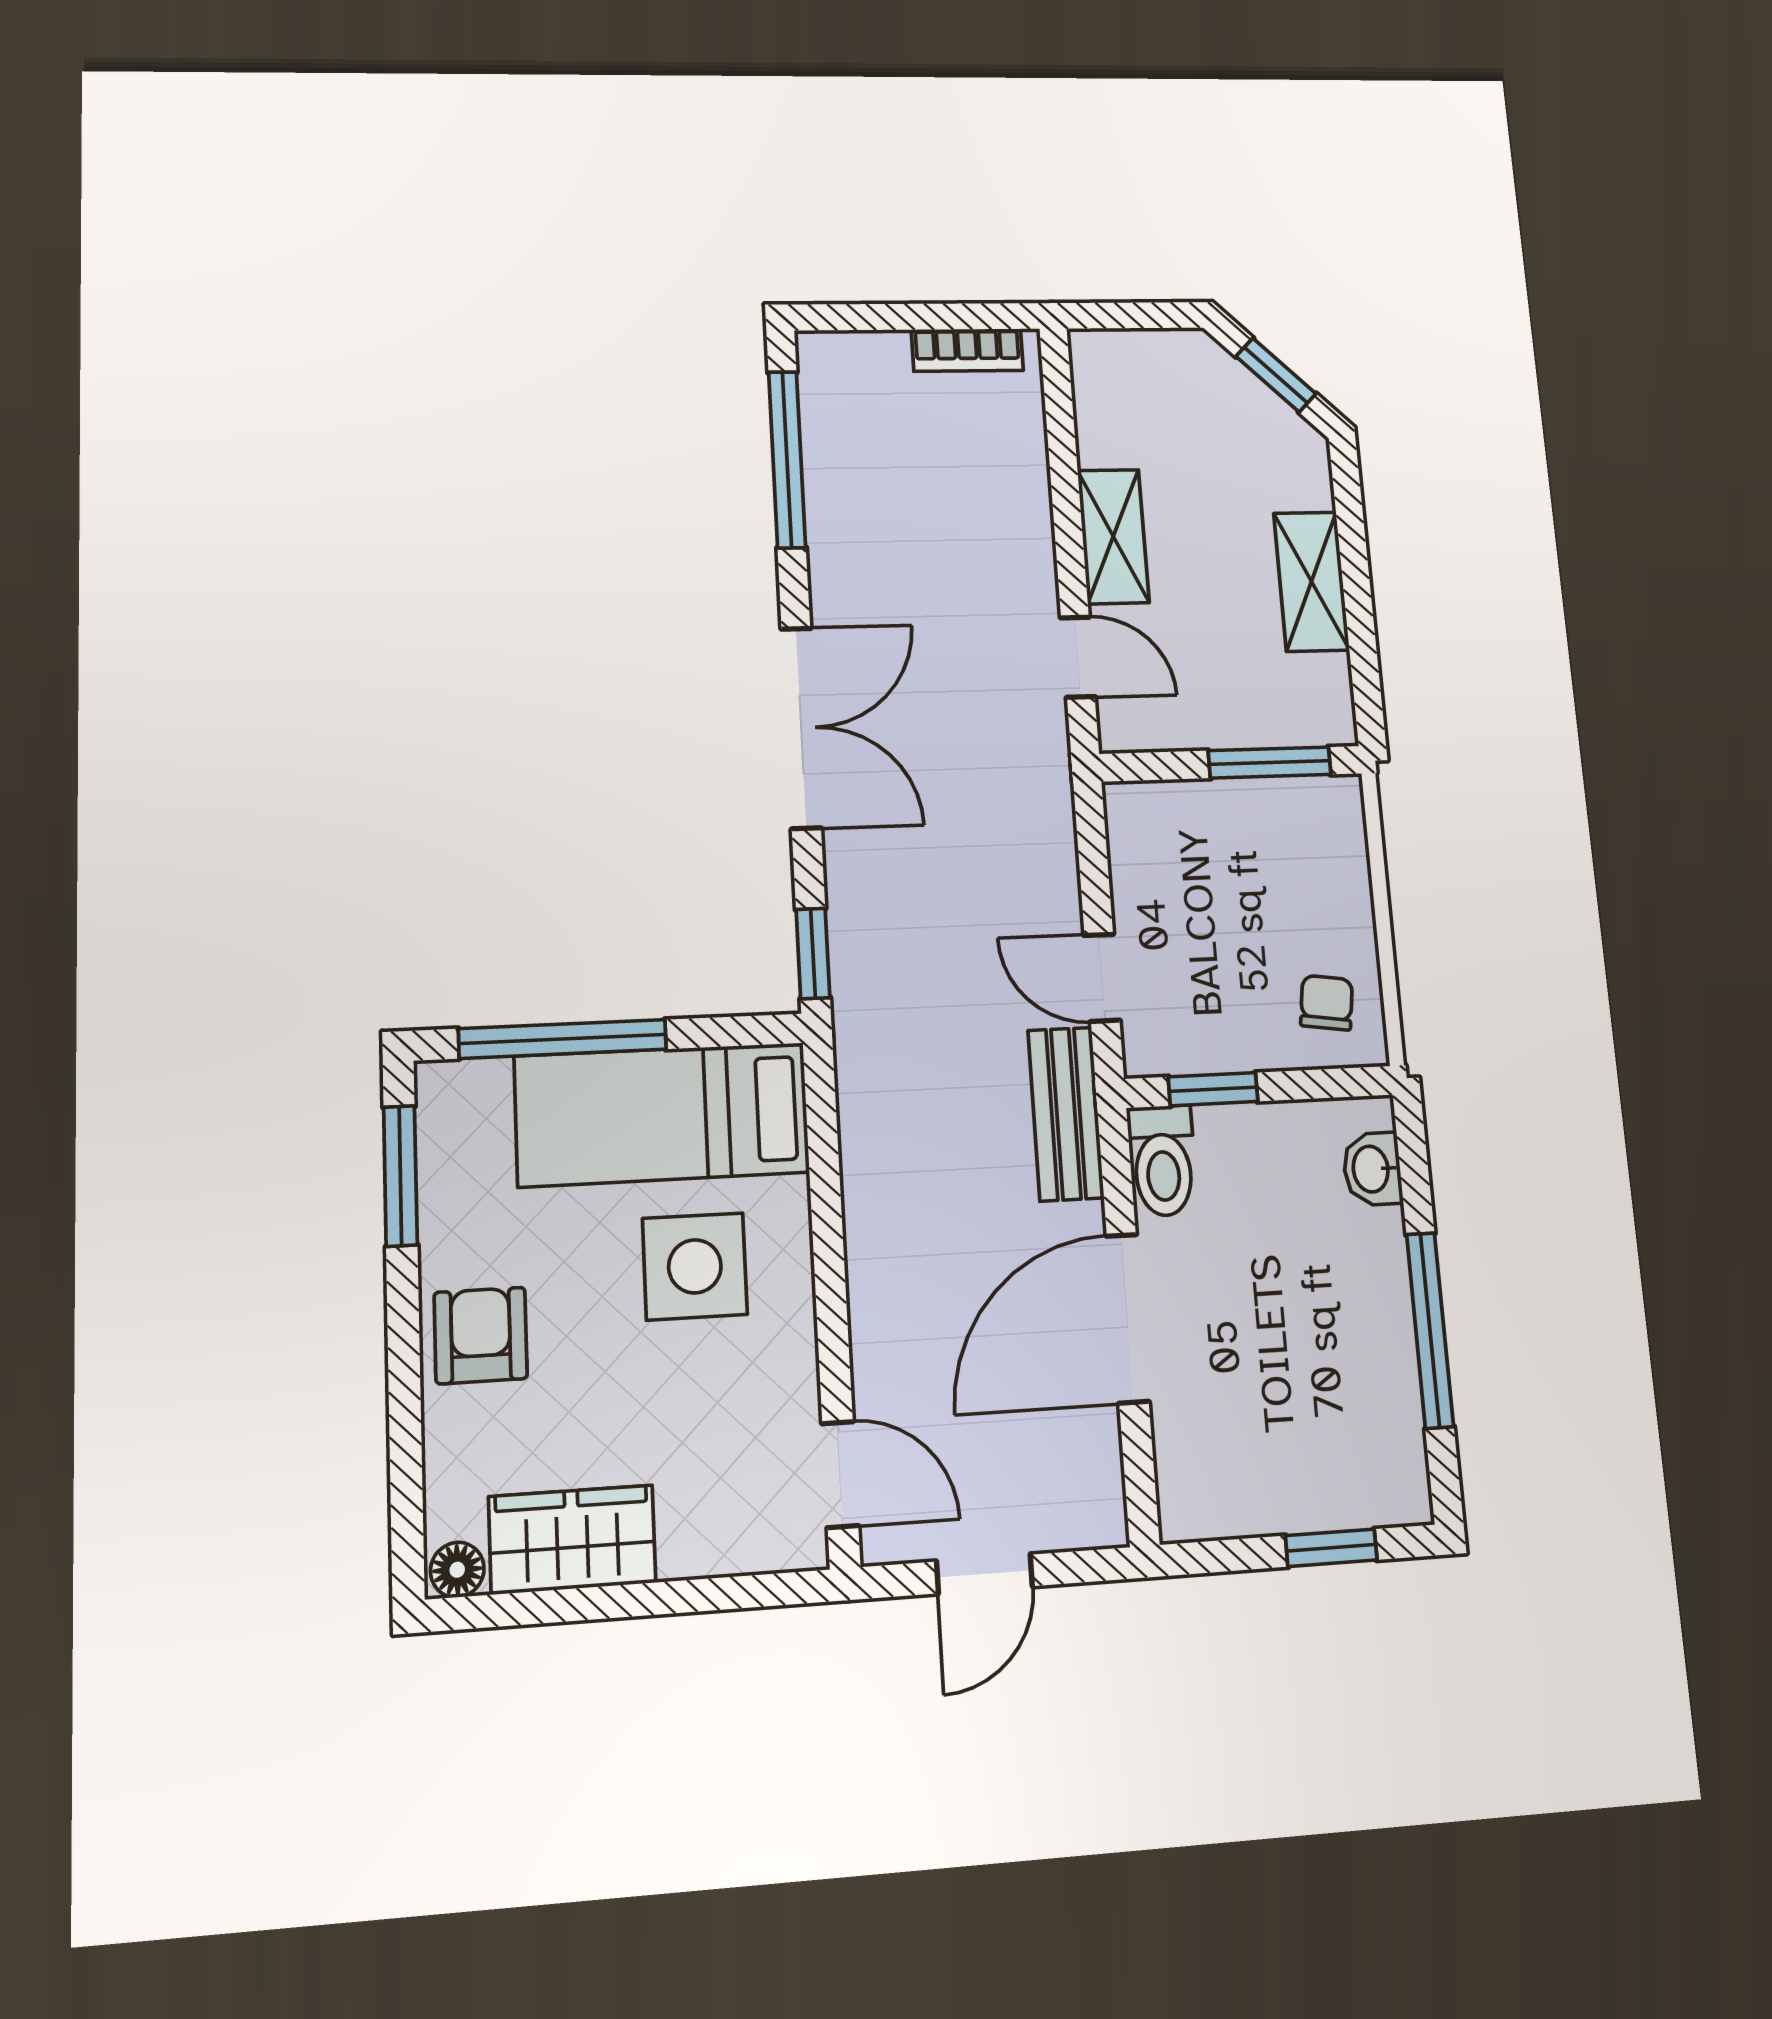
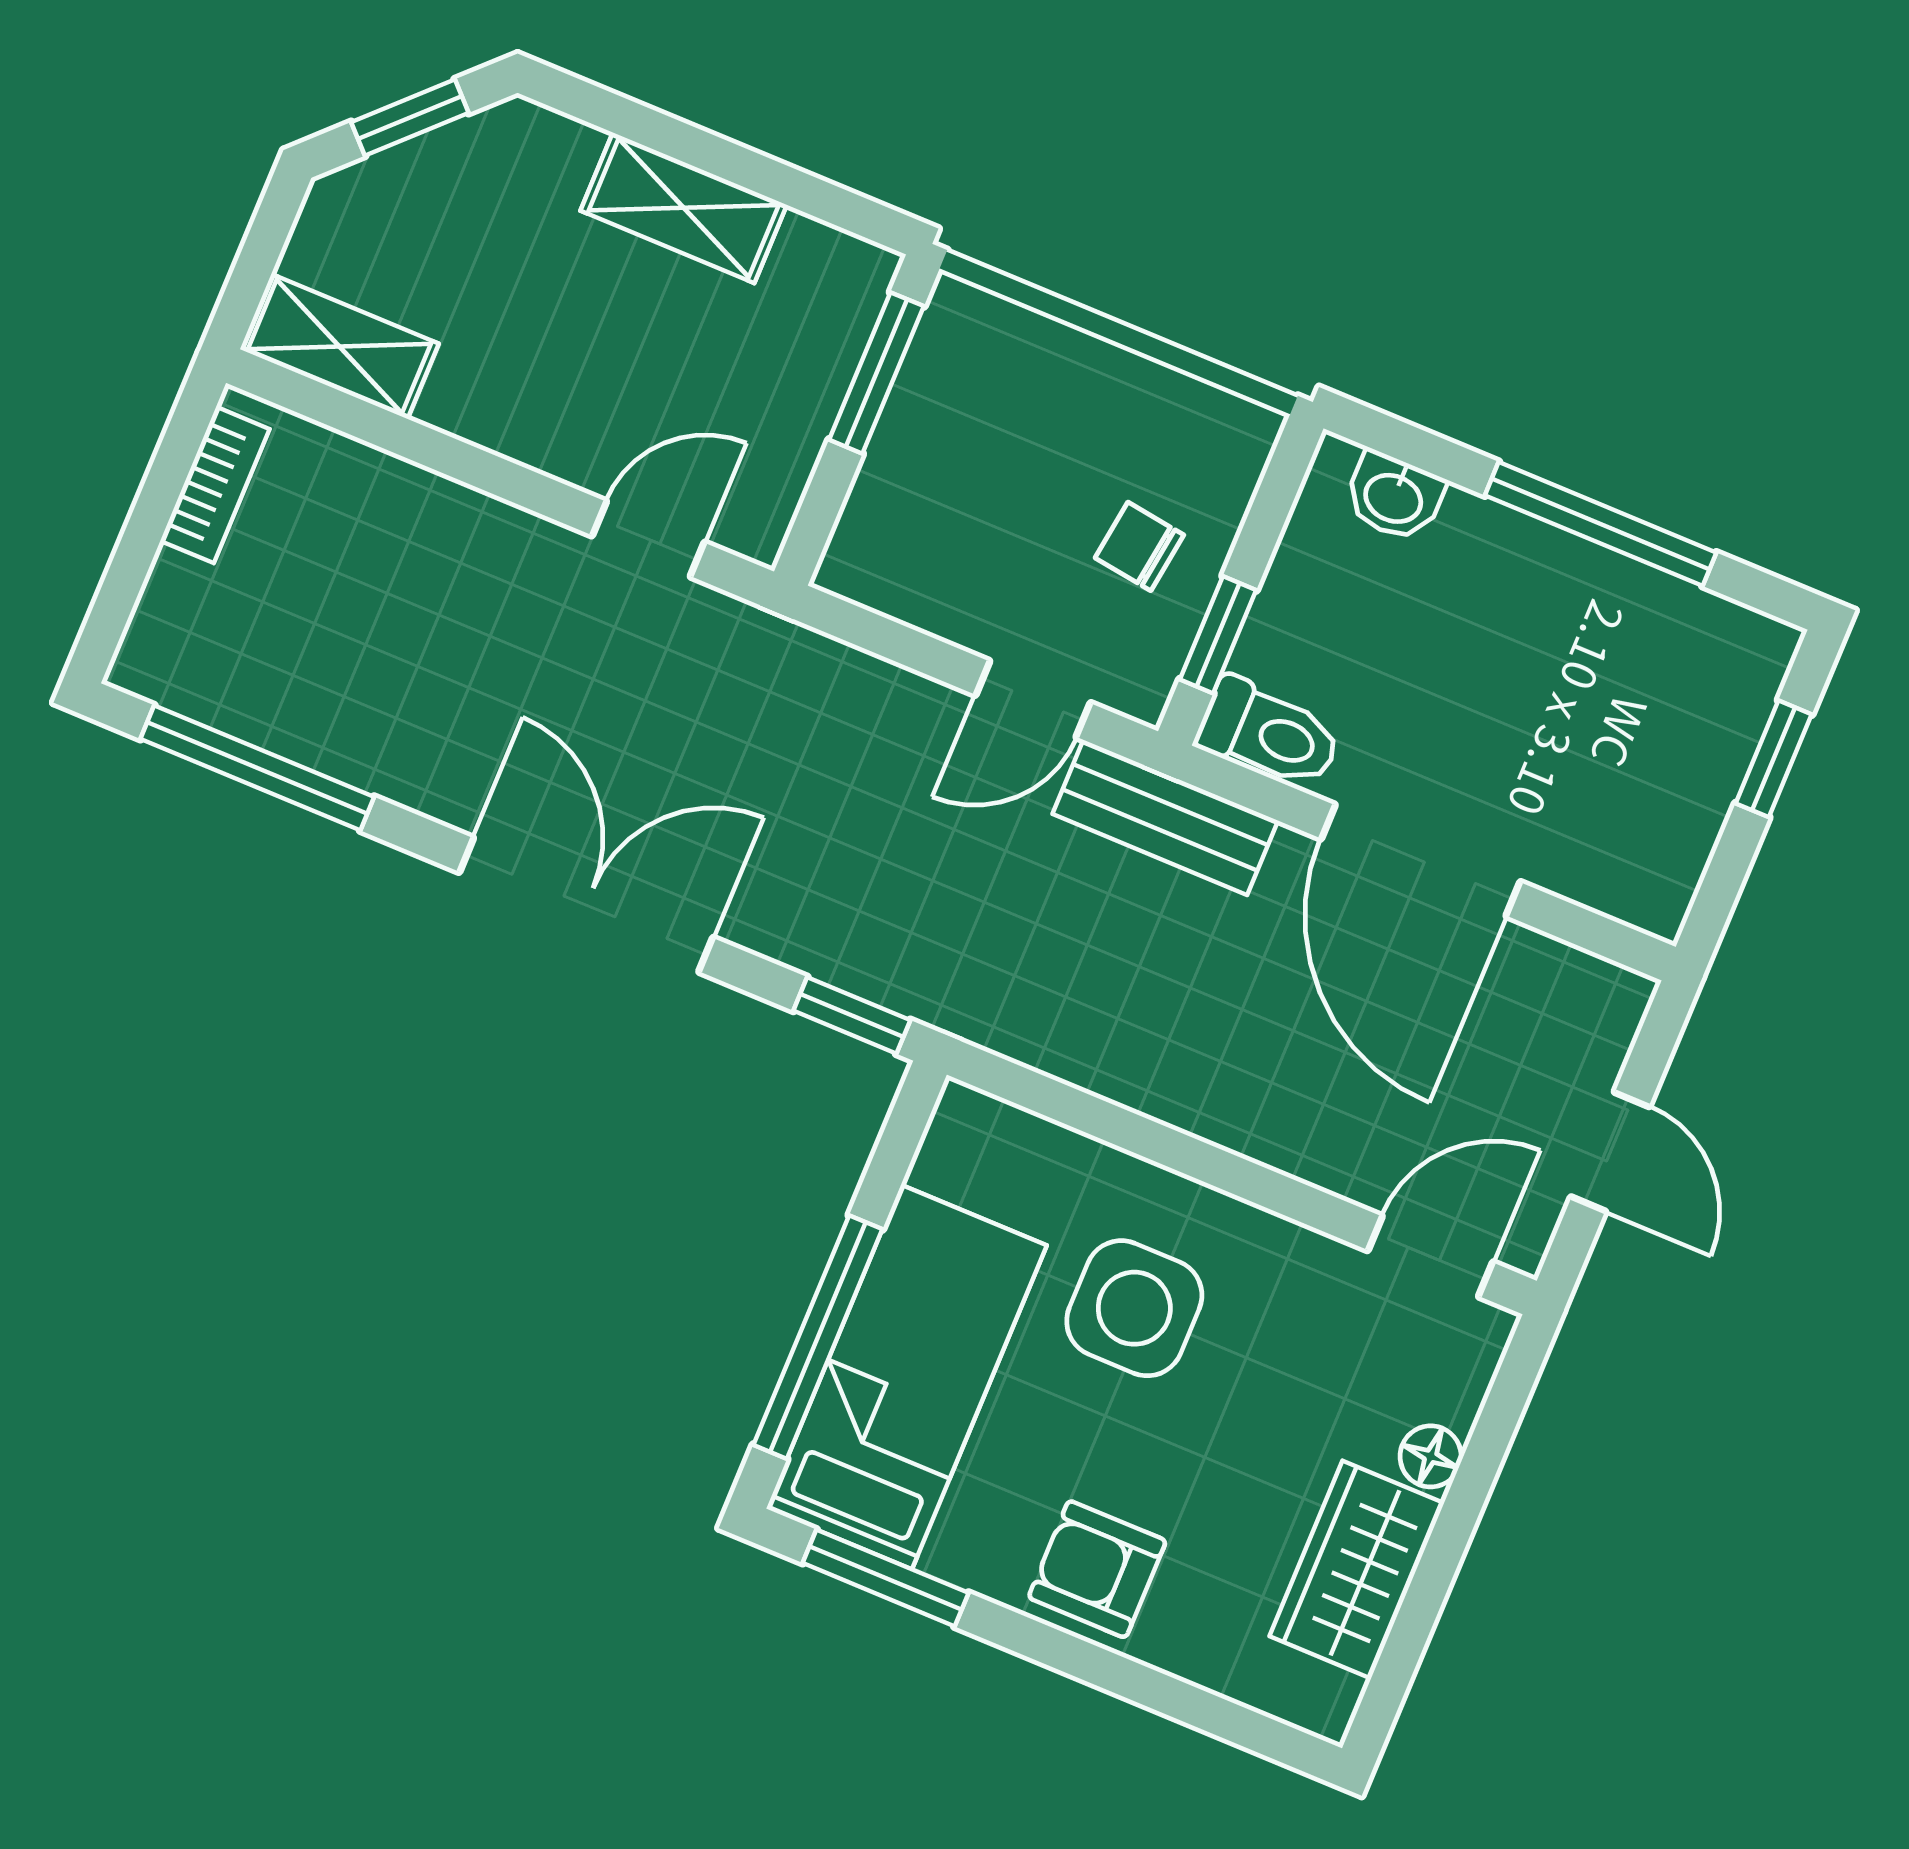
shelving: (1113, 536) -> (339, 346), moved
chair: (1327, 1003) -> (1139, 546), moved
bed: (662, 1114) -> (906, 1377), moved, turned 180
floor lamp: (457, 1570) -> (1431, 1456), moved

